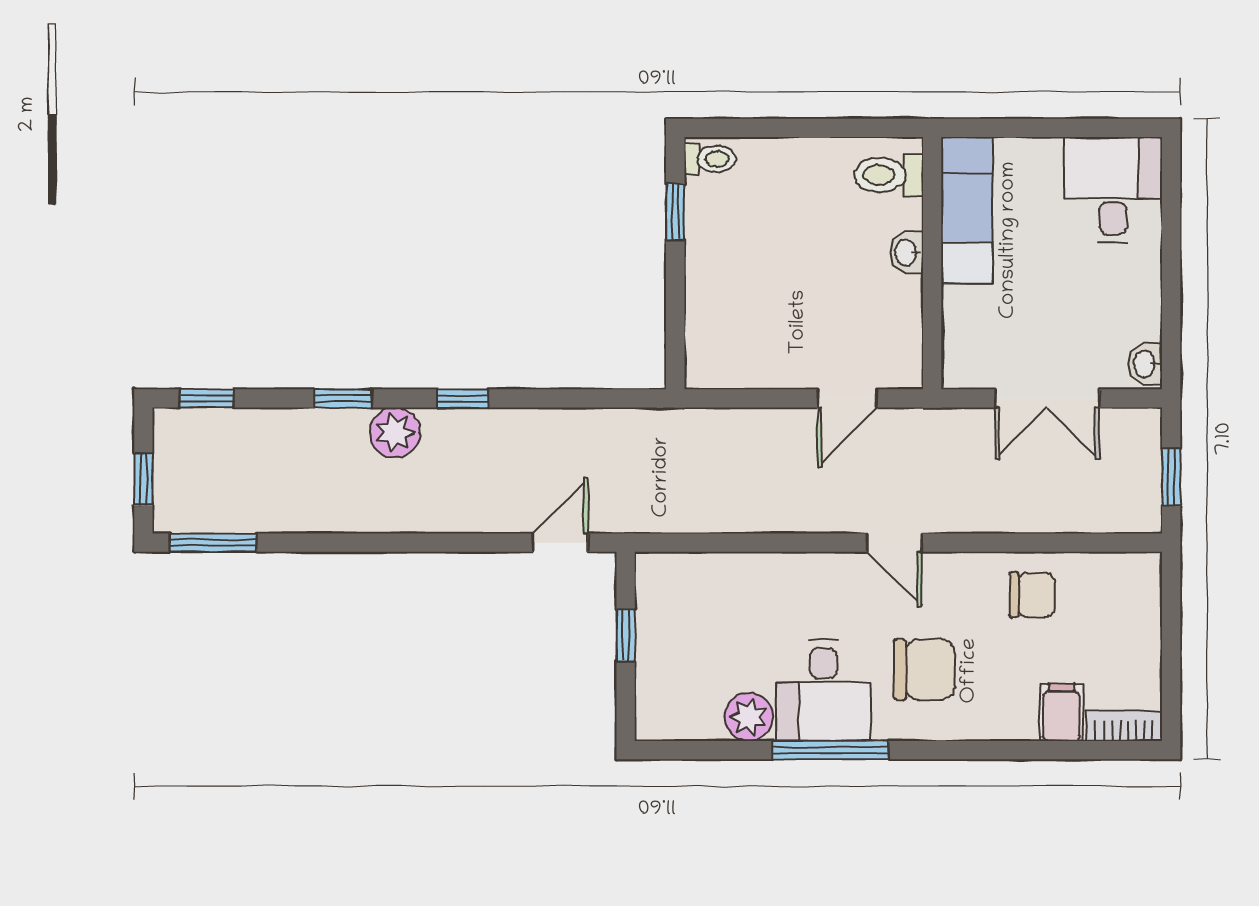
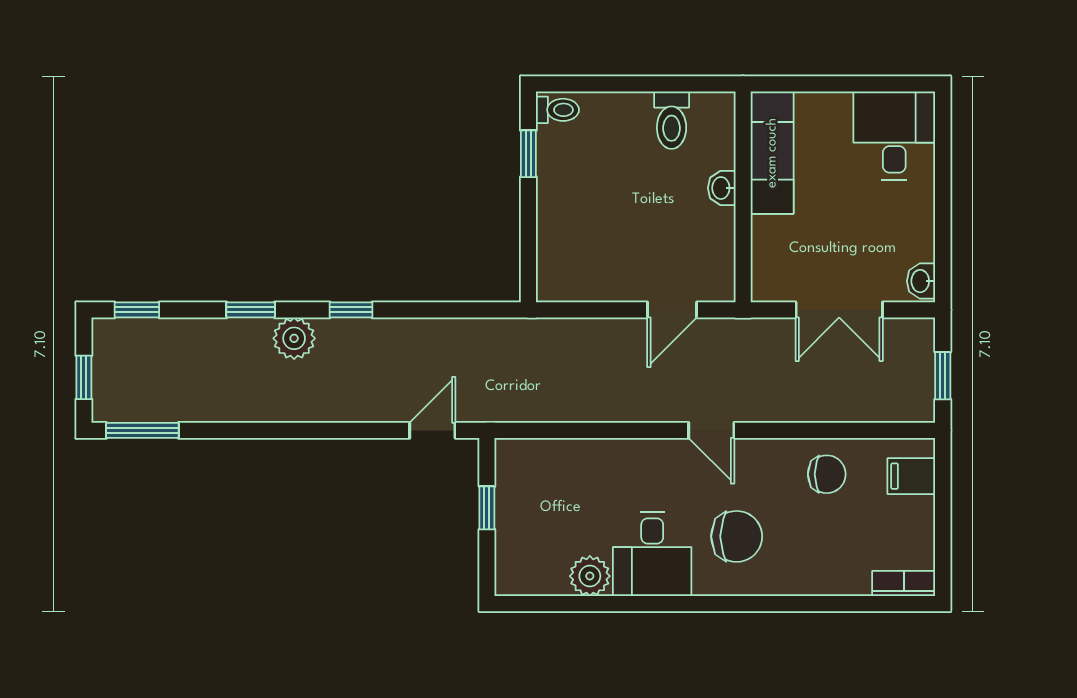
toilet: (889, 175) -> (672, 120), moved, turned -90
filing cabinet: (1062, 712) -> (911, 476), moved, turned -90
window: (831, 750) -> (658, 604), removed

